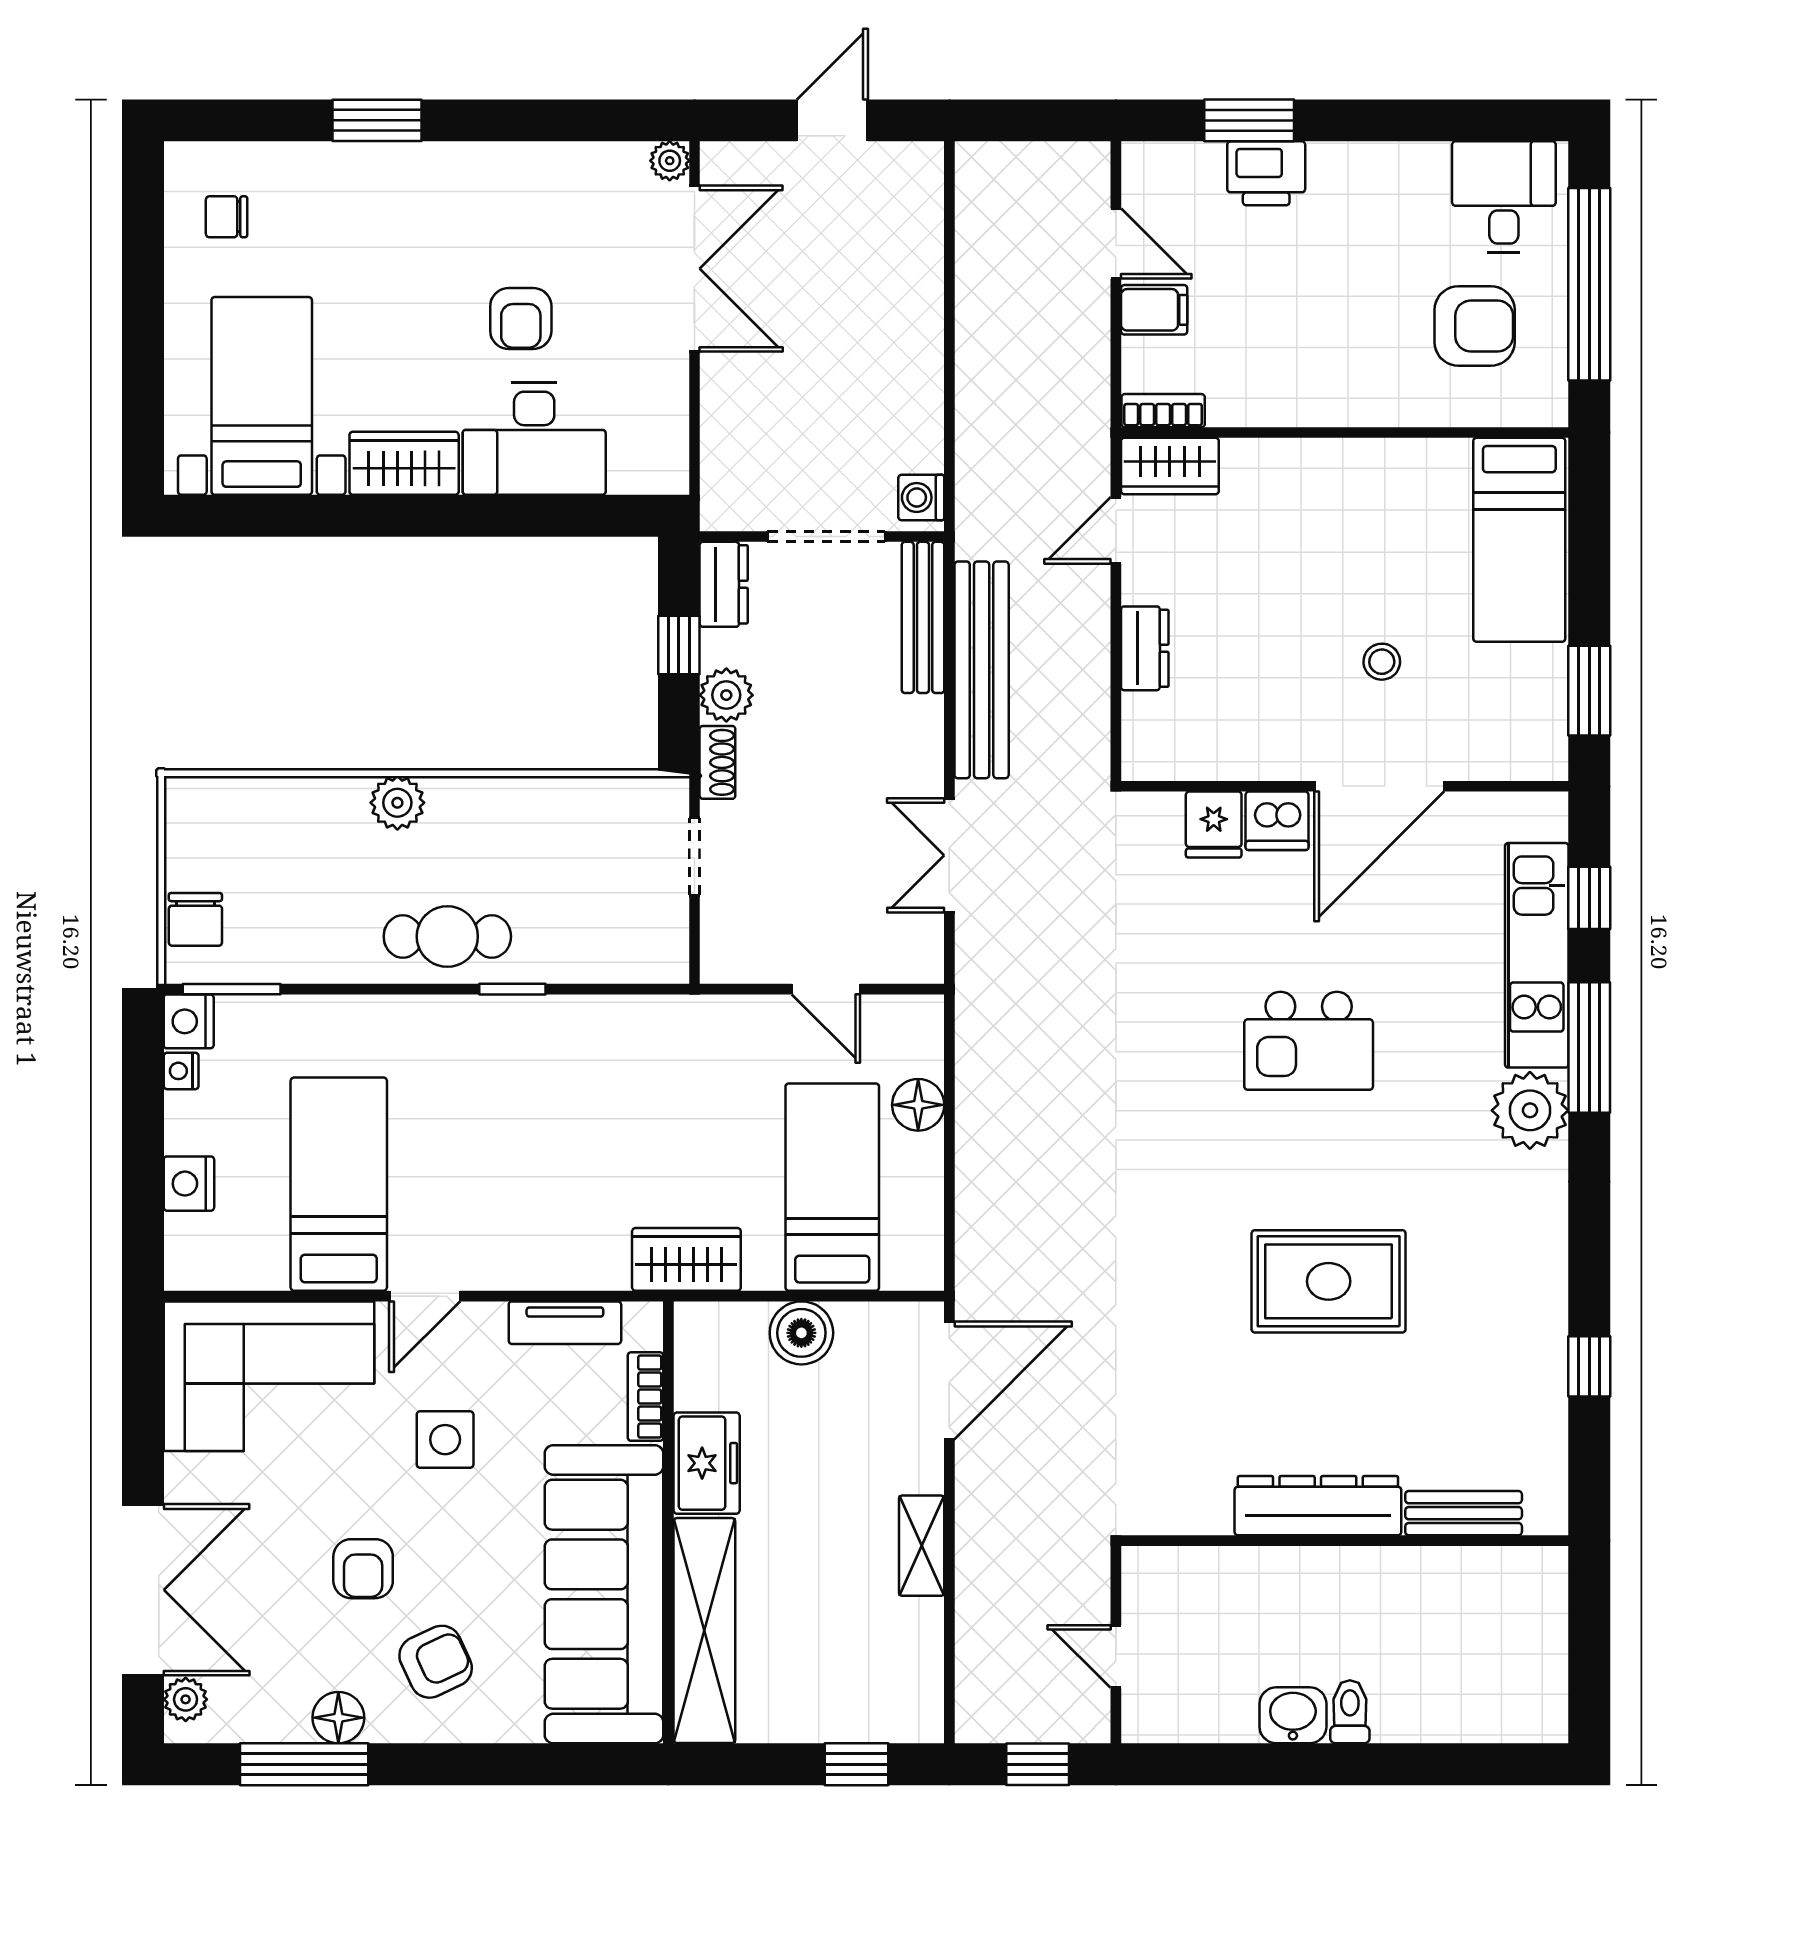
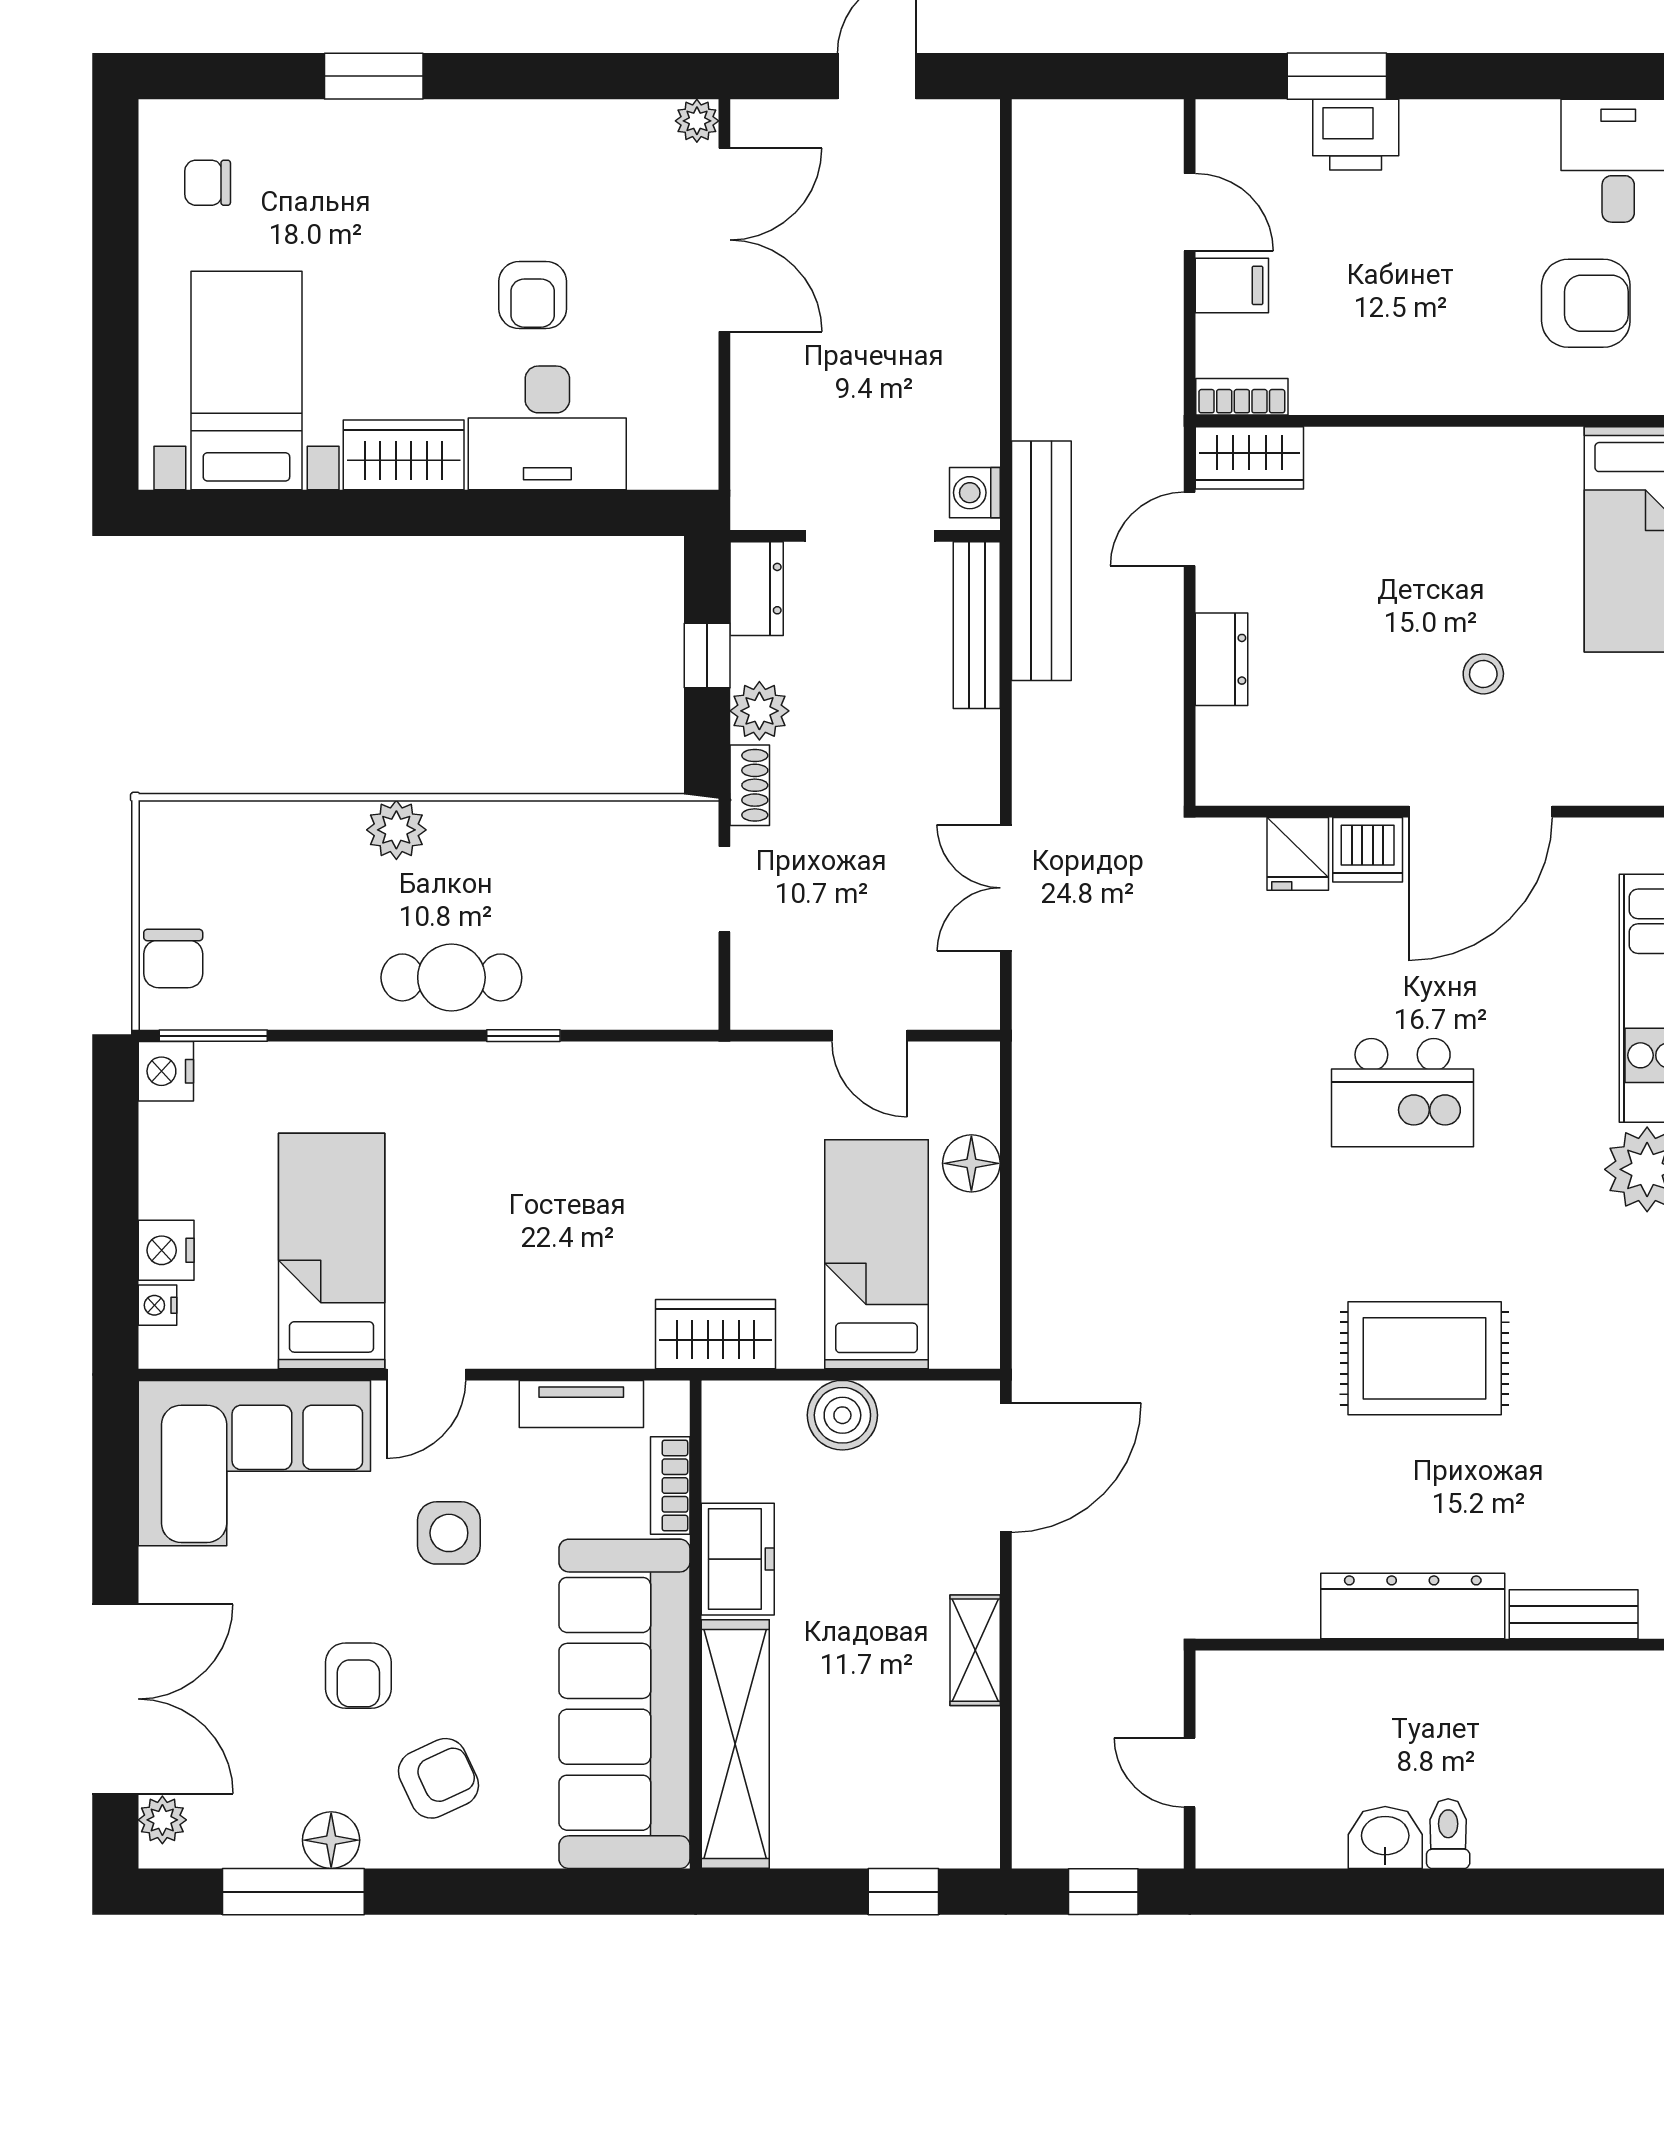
bench: (982, 670) -> (1041, 561), moved
nightstand: (181, 1071) -> (157, 1305), moved

